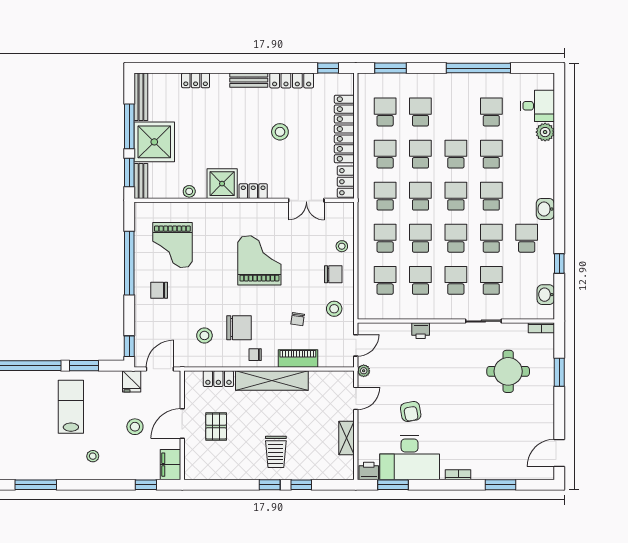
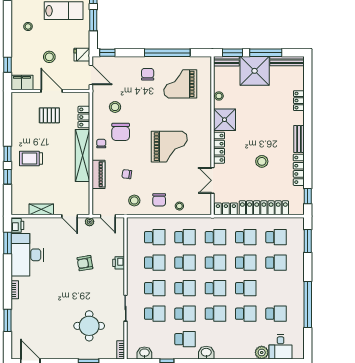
locker: (253, 191) -> (219, 148), width x1.53
armchair: (411, 412) -> (85, 263), moved

